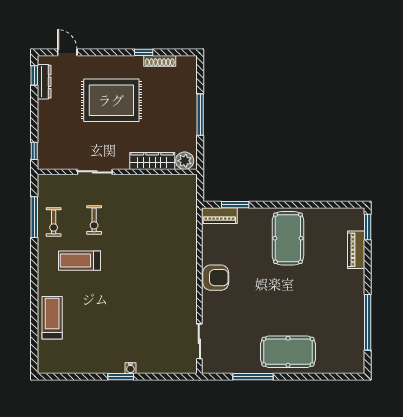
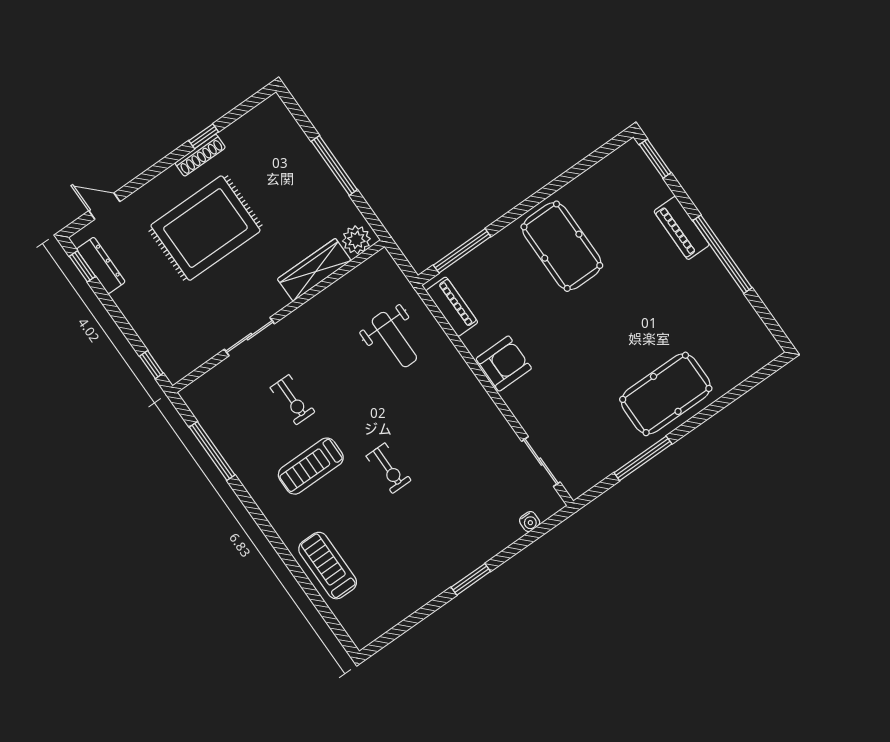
shoe rack: (160, 61) -> (200, 155), moved
window: (235, 205) -> (462, 251), width x1.44
piano: (219, 216) -> (452, 307), moved, turned -90
exercise bike: (54, 222) -> (389, 468), moved
weight bench: (168, 226) -> (394, 340), added
piano: (356, 250) -> (682, 228), moved
window: (368, 322) -> (722, 254), moved
water cooler: (130, 368) -> (530, 522), moved

